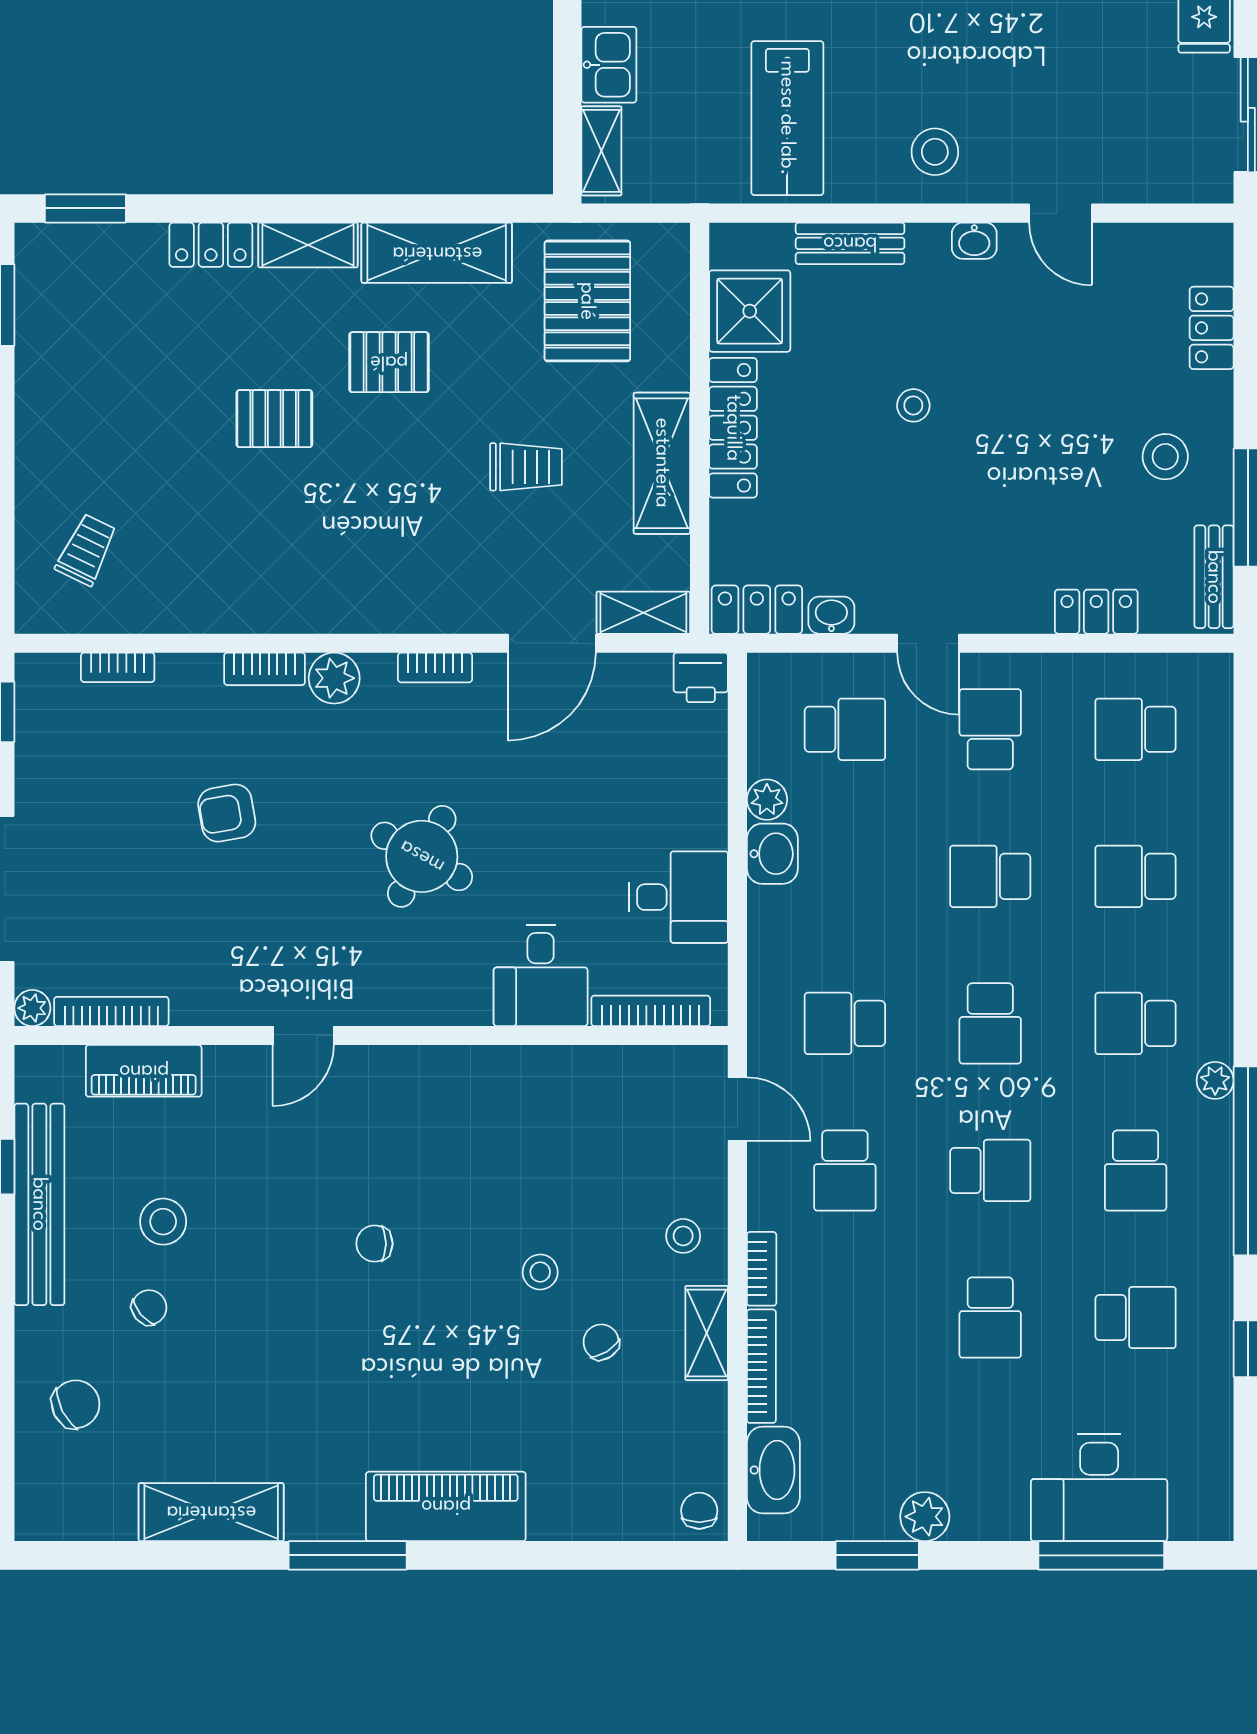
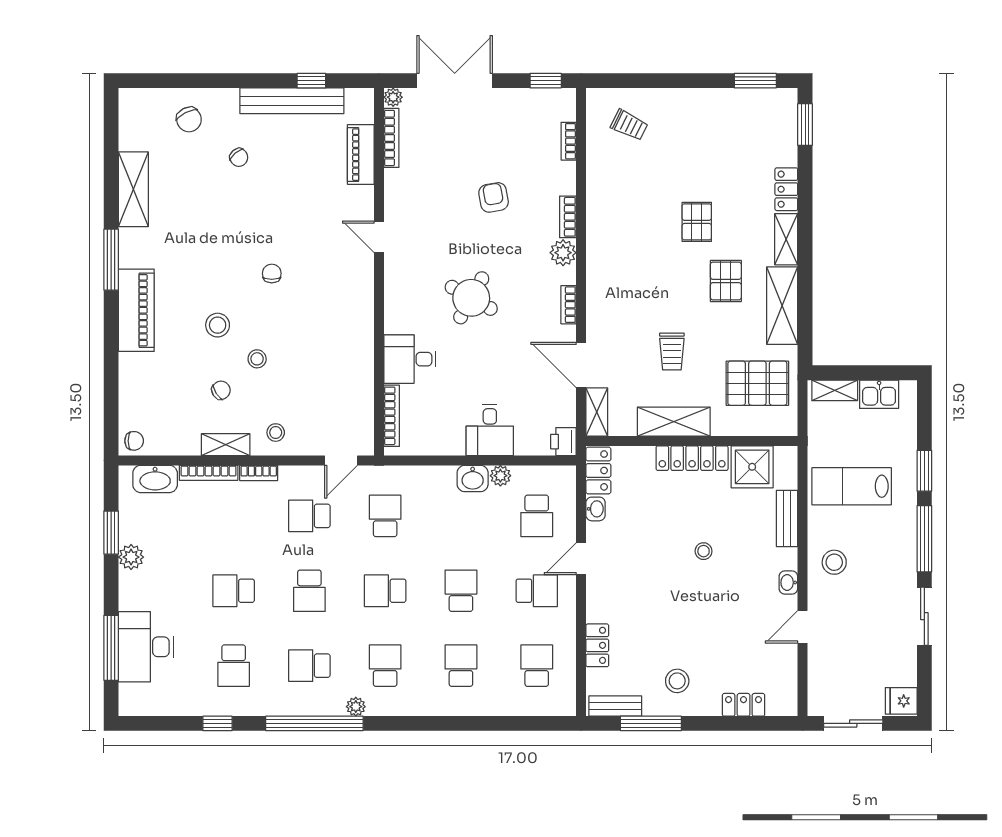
desk: (679, 897) -> (490, 430), moved
stool: (163, 1222) -> (218, 325), moved

